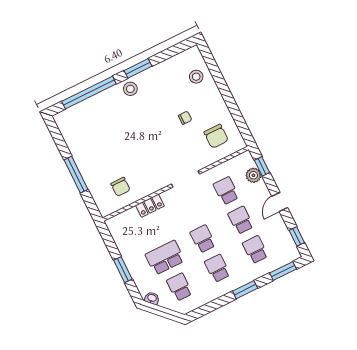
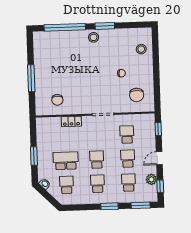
plant: (253, 175) -> (151, 179), moved

